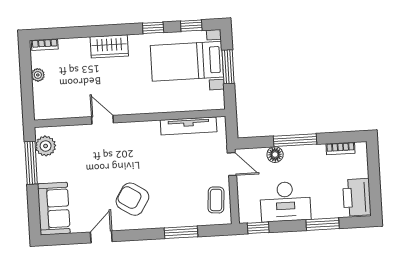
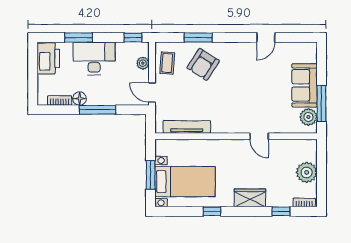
window: (191, 26) -> (281, 211), moved
plant: (38, 75) -> (307, 172), width x1.88, depth x1.88
floor lamp: (275, 155) -> (80, 99), moved
plant: (245, 198) -> (143, 63), added
armchair: (132, 199) -> (203, 64), moved, turned 91
desk: (285, 202) -> (94, 58), moved
sofa: (54, 209) -> (304, 85), moved

